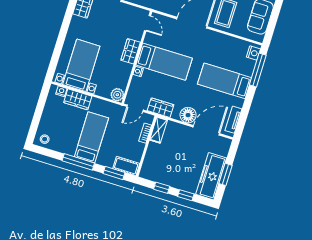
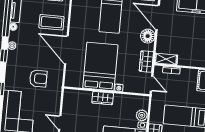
door: (147, 23) -> (75, 89), removed
bed: (164, 62) -> (100, 66), width x1.50
plant: (117, 95) -> (142, 115), moved

